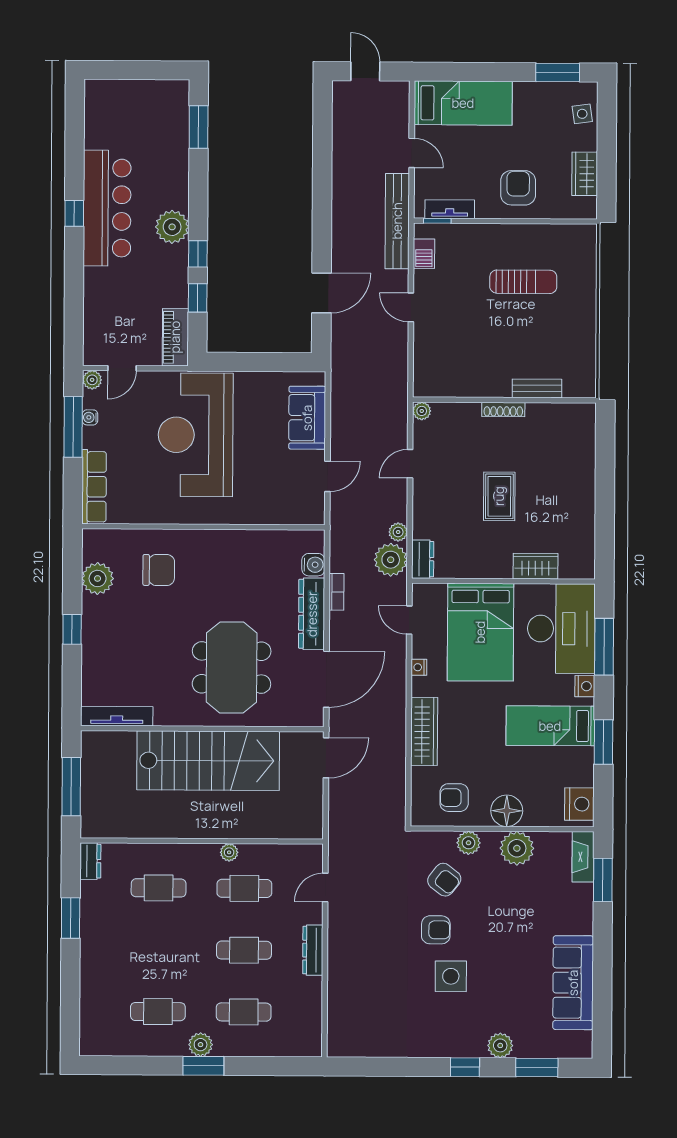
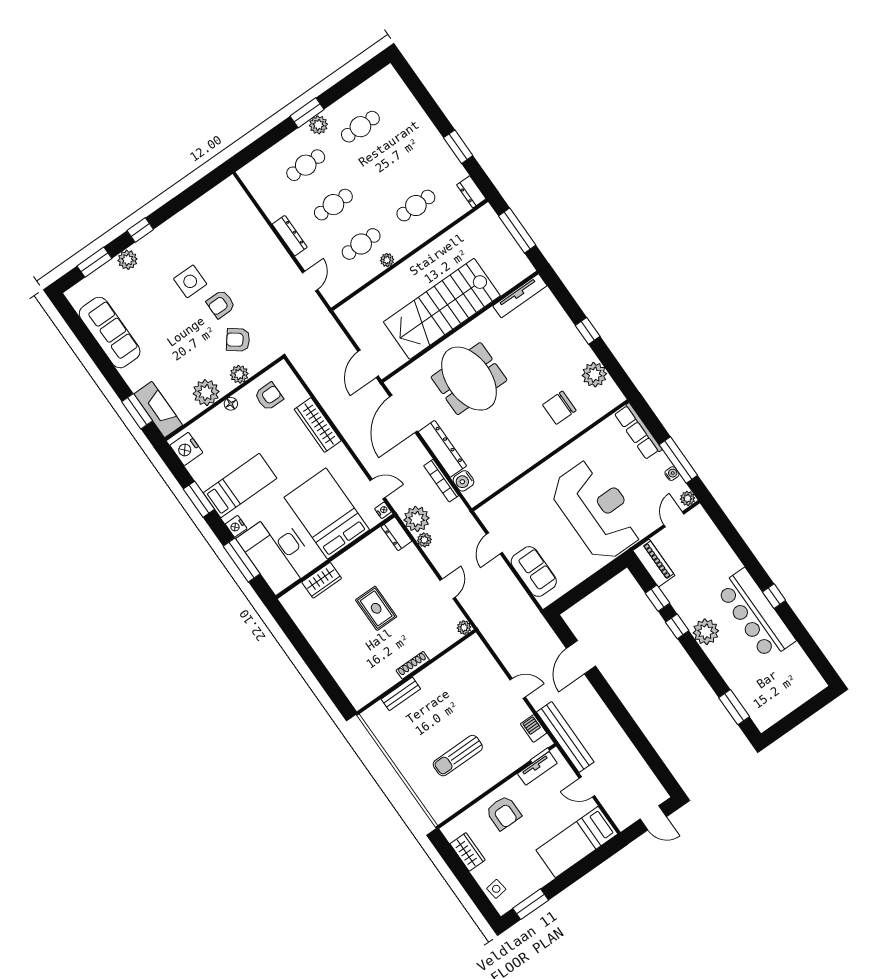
bookcase: (336, 592) -> (441, 481), width x1.56
nightstand: (419, 667) -> (383, 510), moved
floor lamp: (507, 811) -> (231, 404), width x0.53, depth x0.53
fireplace: (583, 857) -> (158, 410), width x1.37, depth x1.32

